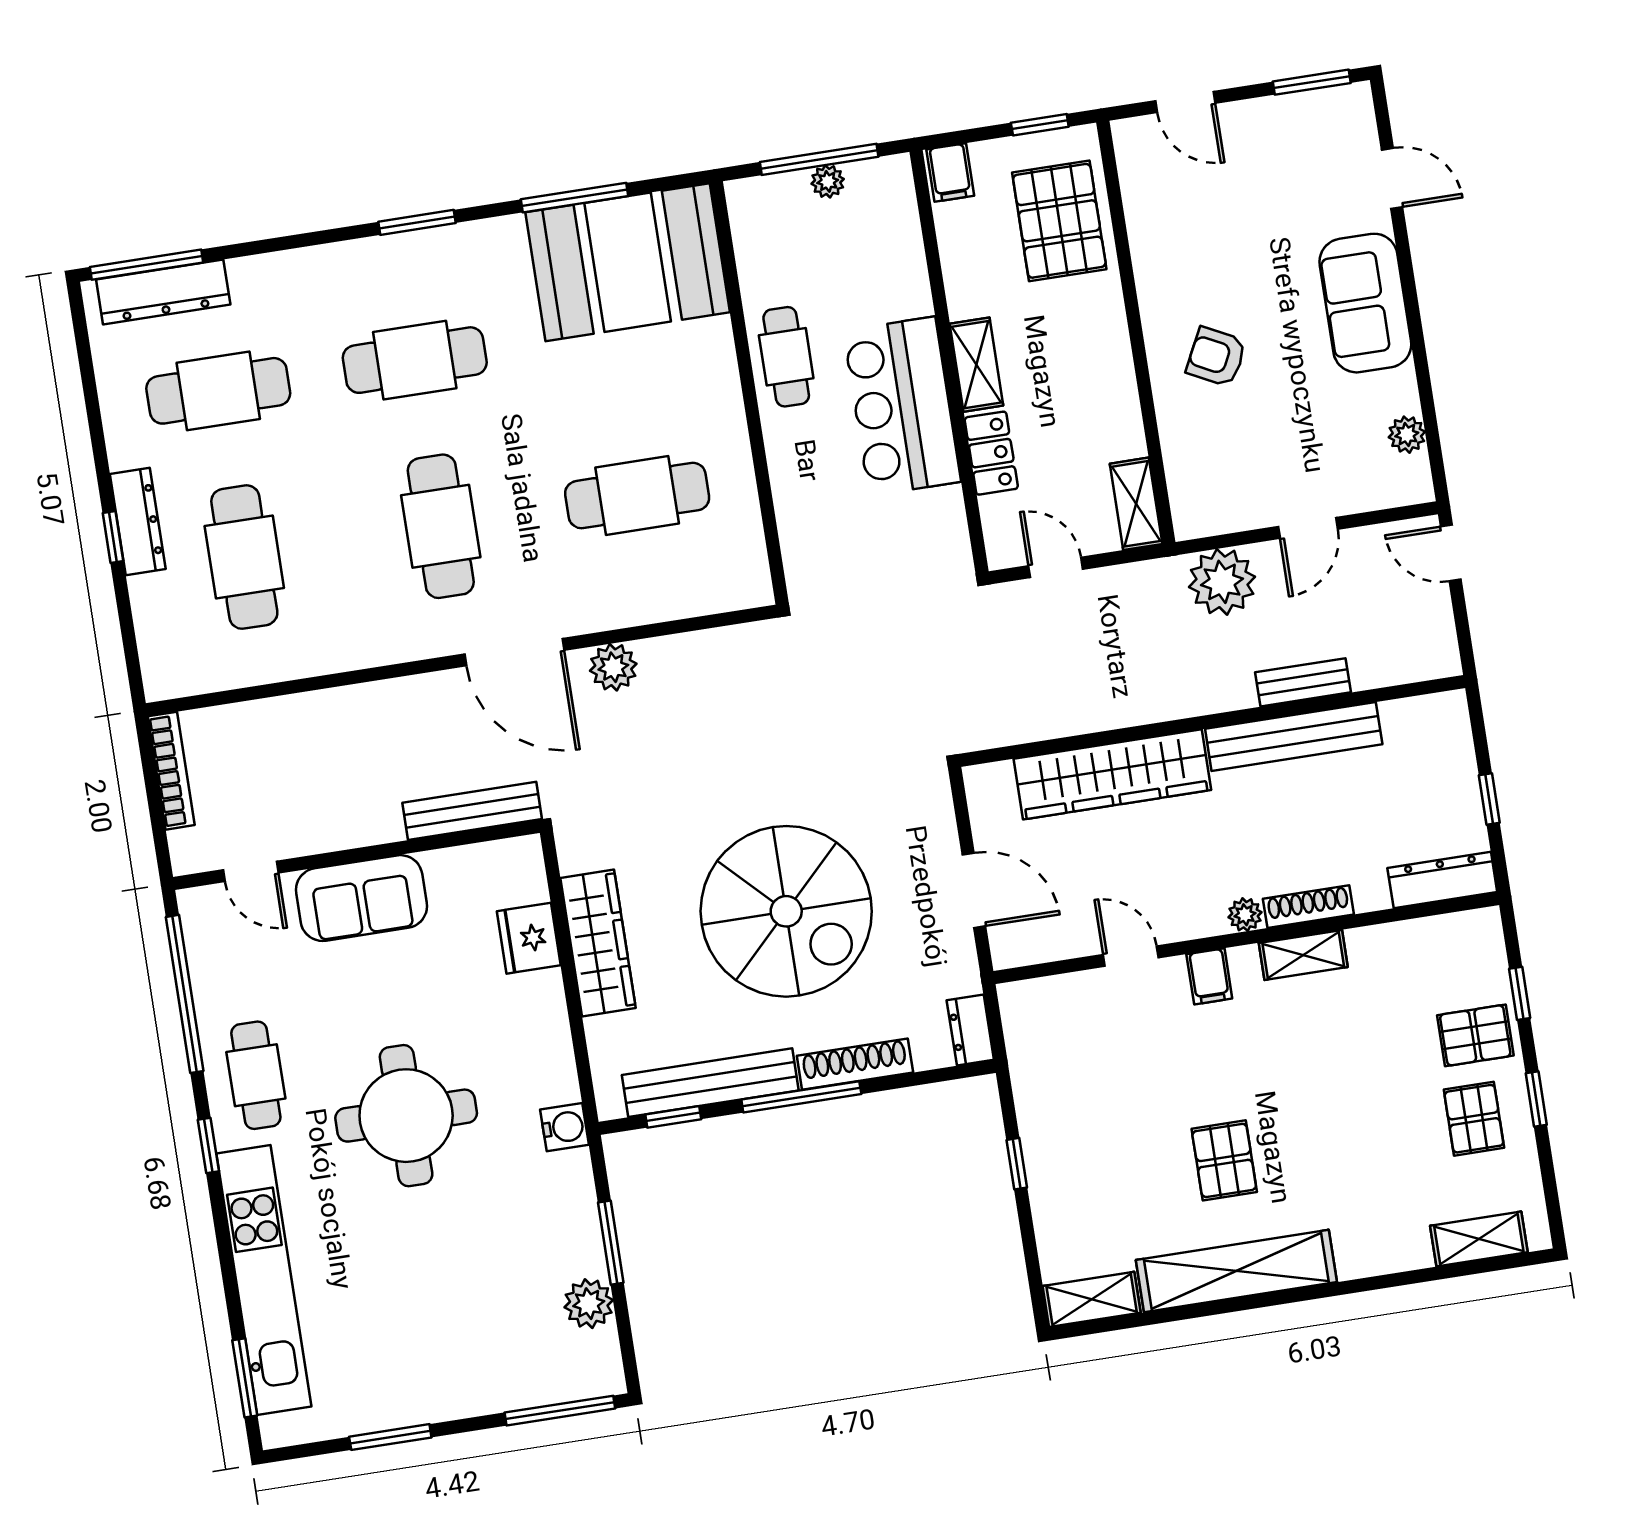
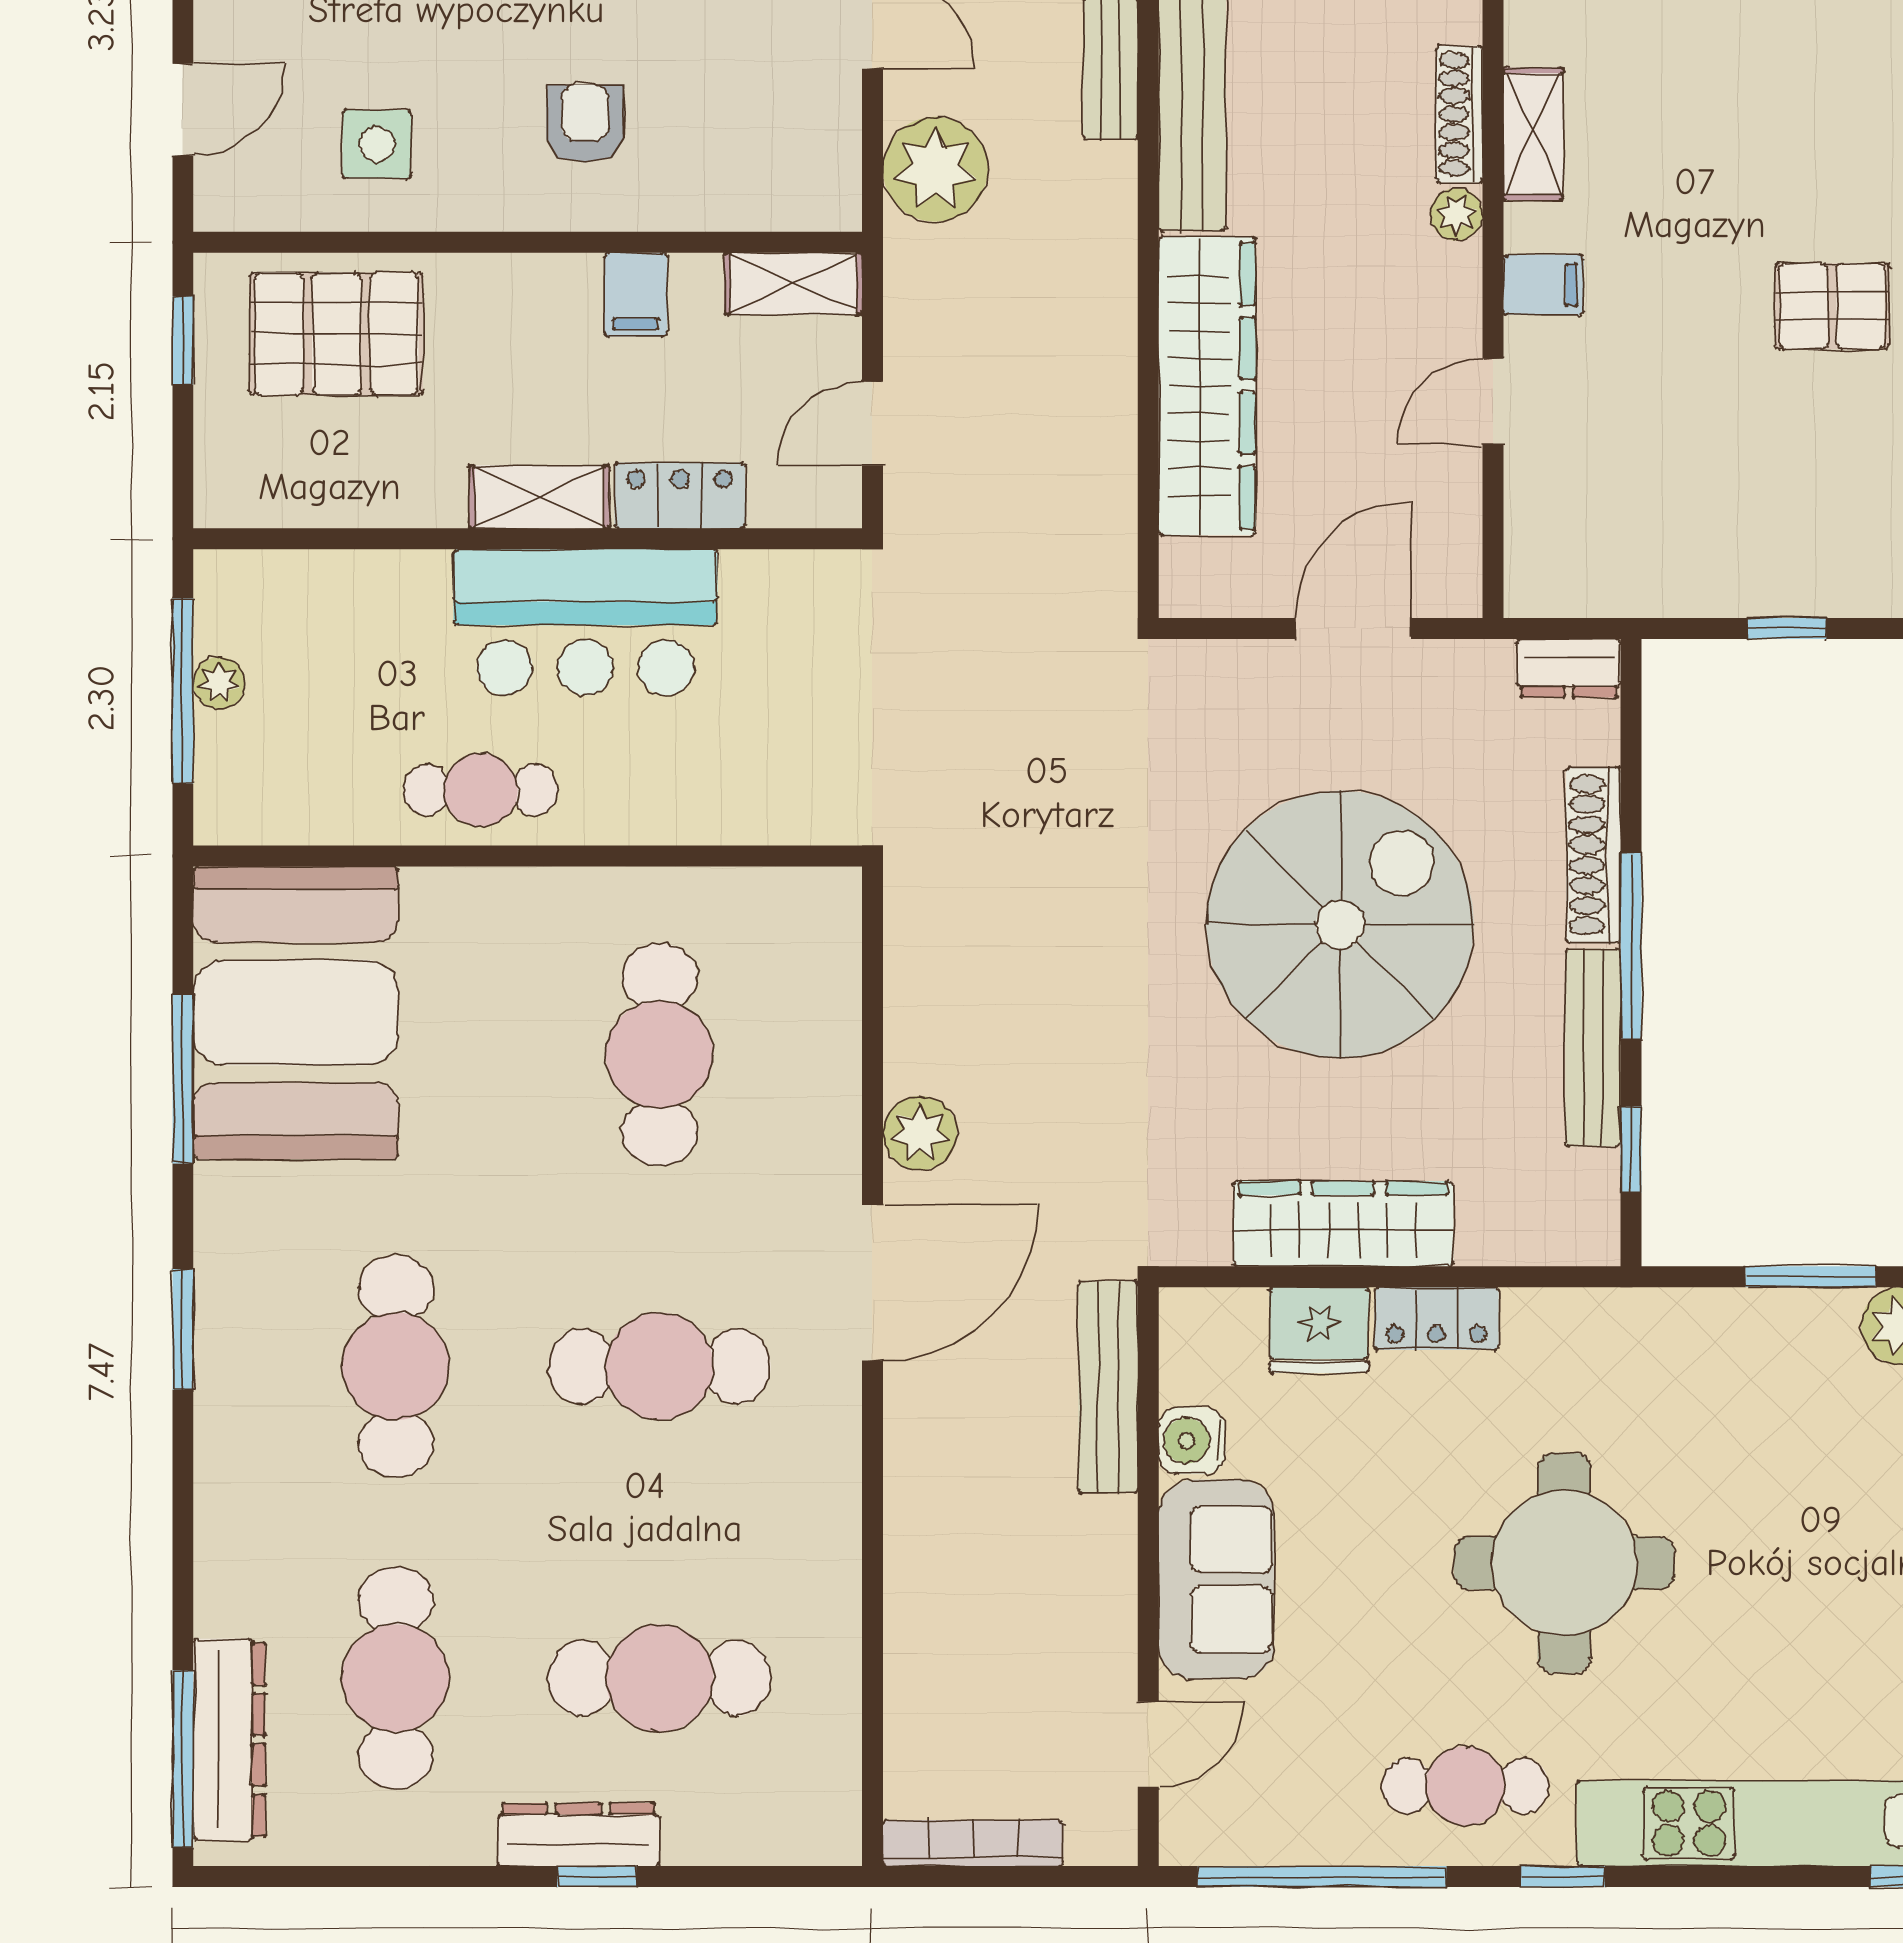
filing cabinet: (950, 173) -> (636, 294), moved, turned 90
side table: (1183, 228) -> (377, 144), added
armchair: (1216, 357) -> (585, 124), turned 153
locker: (548, 1011) -> (1437, 1318), added
bench: (710, 1083) -> (1593, 1047), width x0.73, depth x0.82
water cooler: (564, 1127) -> (1192, 1441), moved, turned -90

